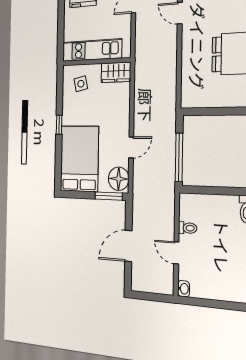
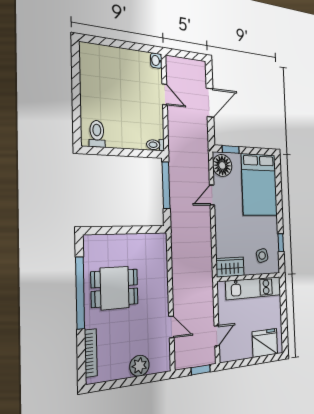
window: (59, 125) -> (281, 243), moved
window: (109, 196) -> (231, 149), width x0.67
toilet: (188, 228) -> (156, 145), moved

